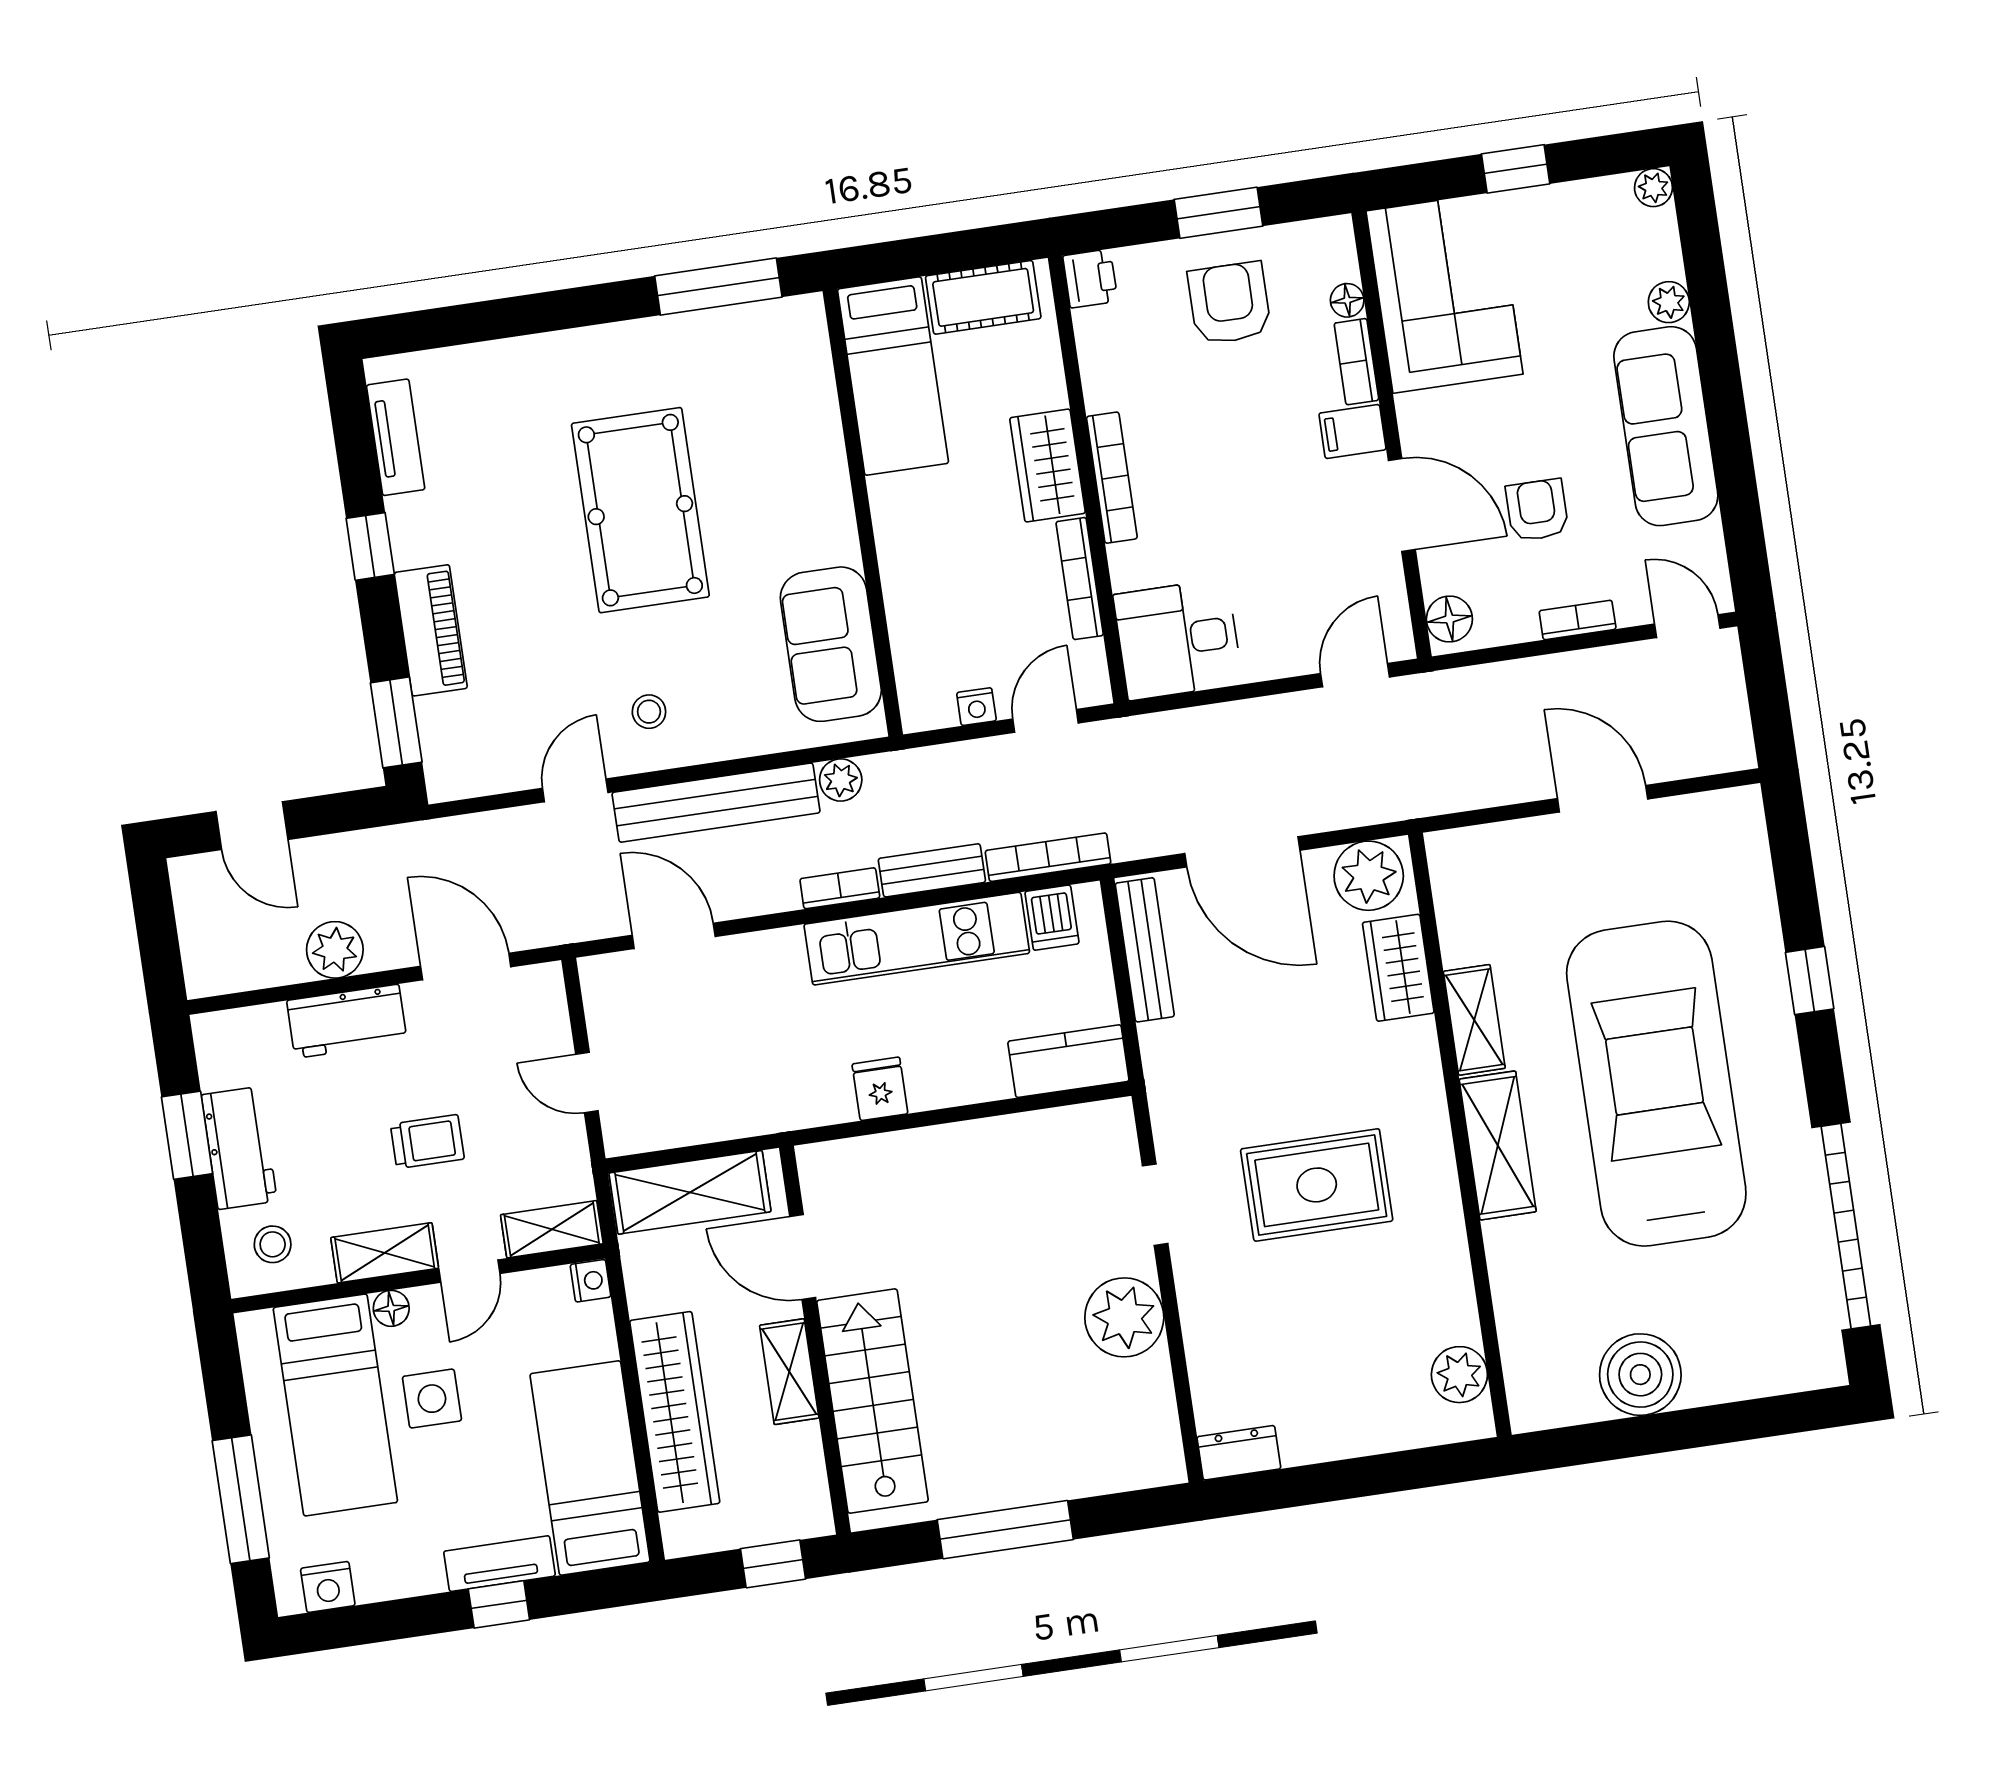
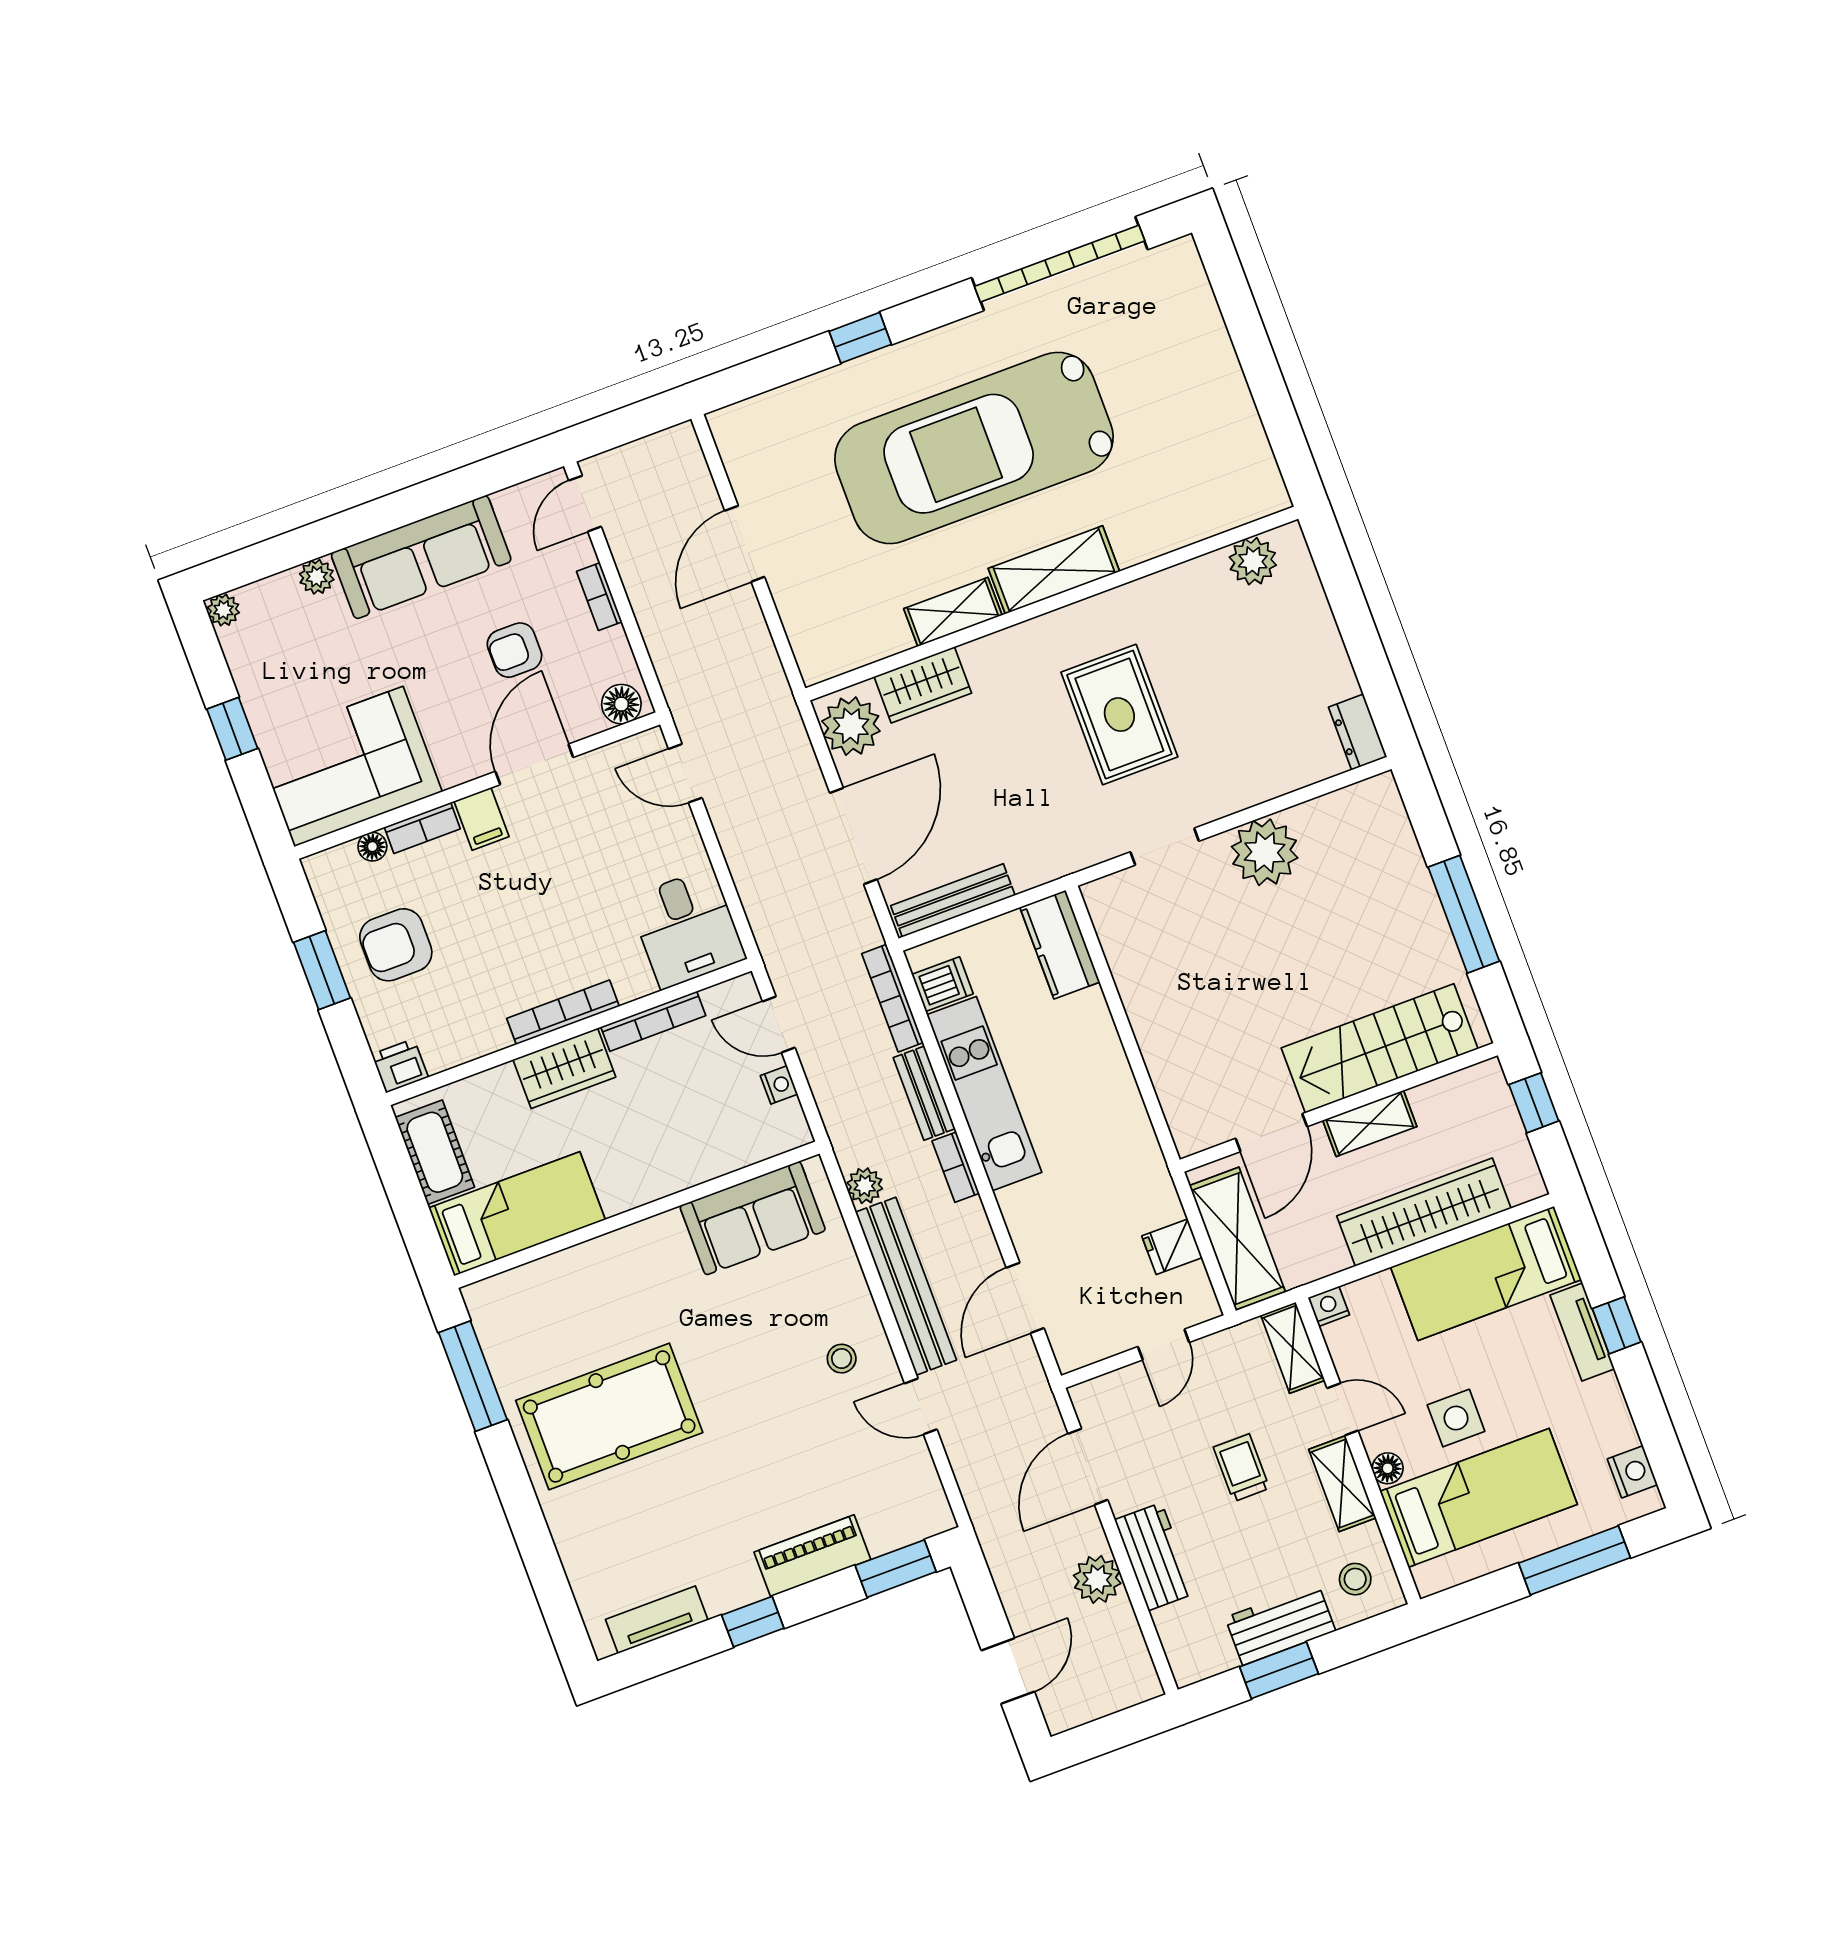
pool table: (640, 510) -> (609, 1416), moved
fridge: (880, 1089) -> (1172, 1247), moved
boiler: (1640, 1375) -> (1221, 410), removed

